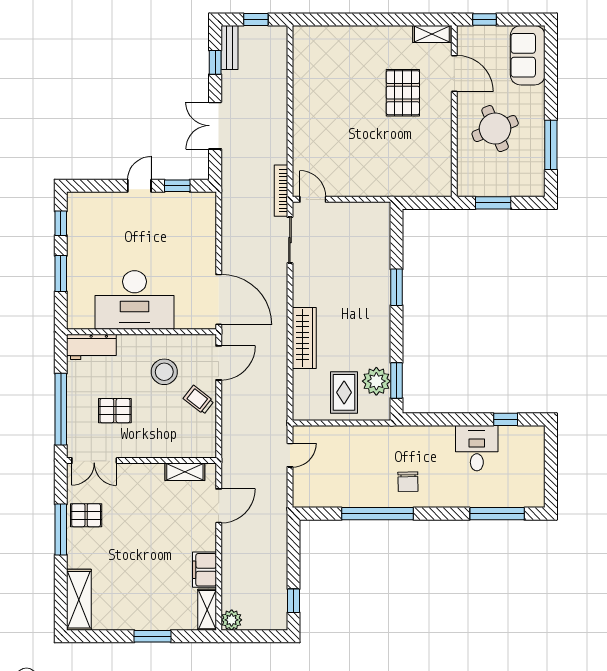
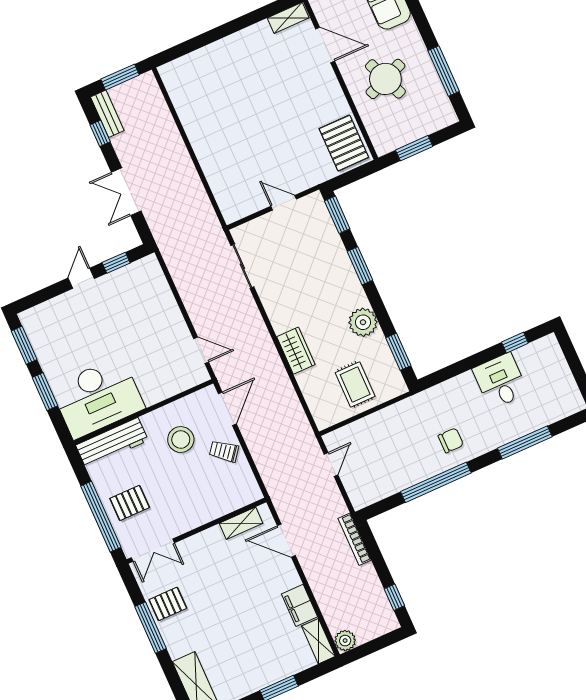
window: (256, 20) -> (120, 77), width x1.50
pallet: (403, 93) -> (344, 143), moved
bookcase: (281, 191) -> (355, 539), moved
door: (313, 199) -> (284, 203), moved
window: (61, 223) -> (24, 345), width x1.50
window: (396, 232) -> (337, 215), added
door: (219, 299) -> (201, 350), width x0.53
desk: (135, 300) -> (98, 397), moved
wardrobe: (304, 338) -> (296, 351), width x0.67
workbench: (91, 347) -> (112, 443), width x1.38
plant: (376, 381) -> (363, 322), moved
pallet: (115, 411) -> (130, 503), moved
chair: (408, 482) -> (451, 440), turned -89
door: (219, 506) -> (286, 541), swing flipped
window: (497, 514) -> (525, 442), moved

